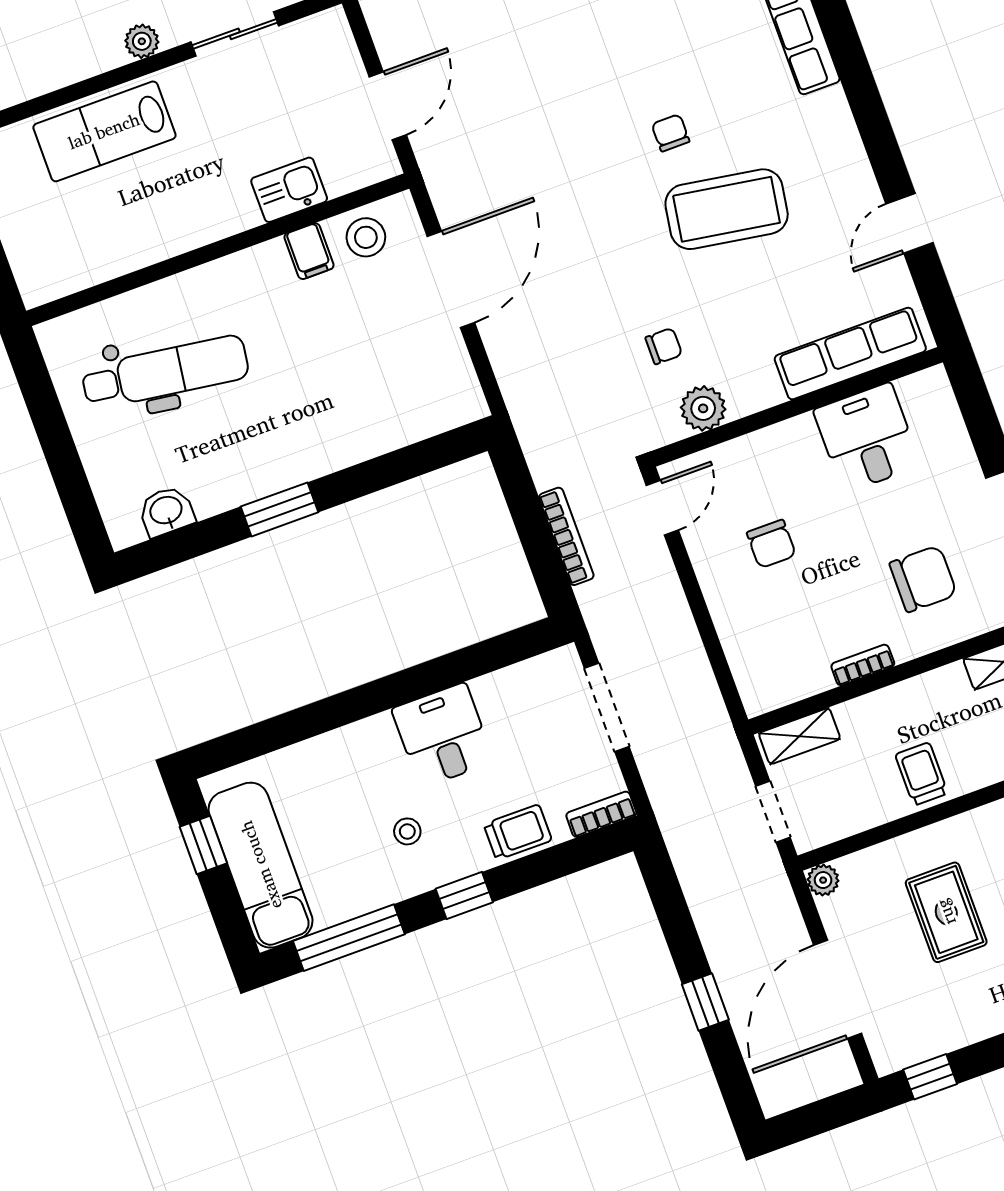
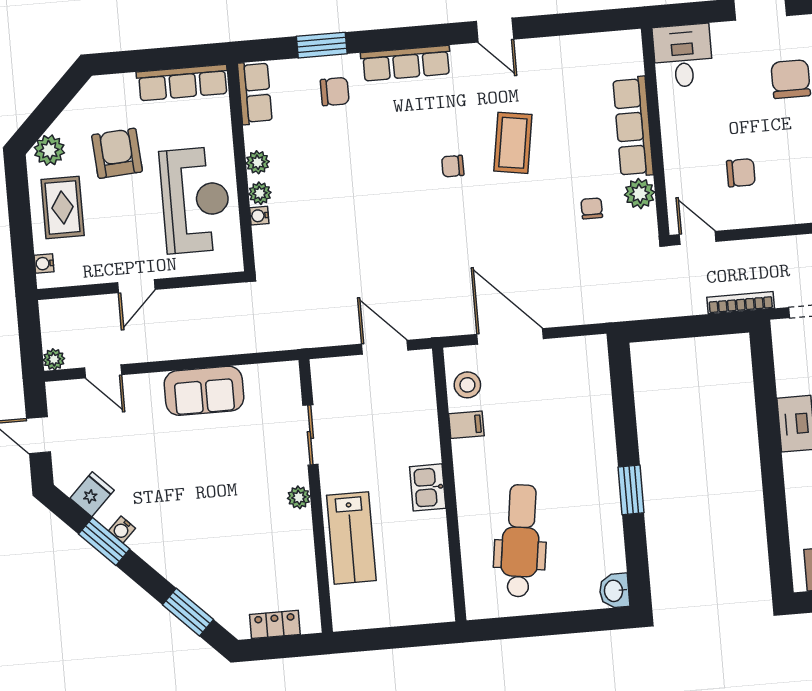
kitchen sink: (289, 190) -> (428, 487), moved
coffee table: (727, 209) -> (513, 143), width x0.73, depth x0.76
door: (910, 223) -> (495, 30), moved
row of seats: (850, 354) -> (633, 127), moved
desk: (867, 438) -> (683, 56), moved, turned 90
washbasin: (166, 511) -> (614, 591), moved
bookcase: (566, 536) -> (741, 303), moved

